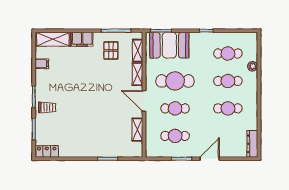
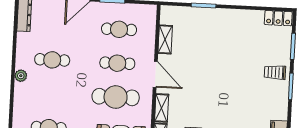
plant: (253, 66) -> (21, 76), moved
cafe table: (228, 81) -> (50, 94), removed

